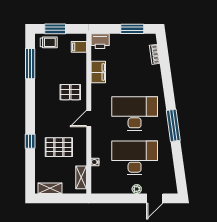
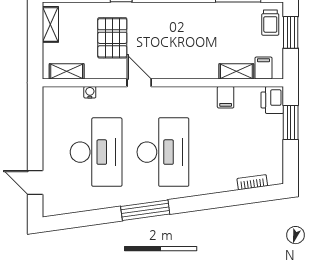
window: (132, 29) -> (291, 123), moved
shelving: (81, 65) -> (236, 71), added
filing cabinet: (98, 72) -> (226, 97), width x0.50
pallet: (70, 92) -> (195, 55), removed
door: (89, 119) -> (139, 83), moved
plant: (137, 189) -> (49, 155), removed

